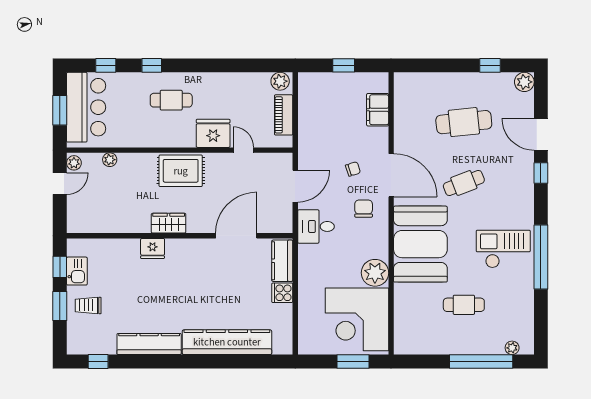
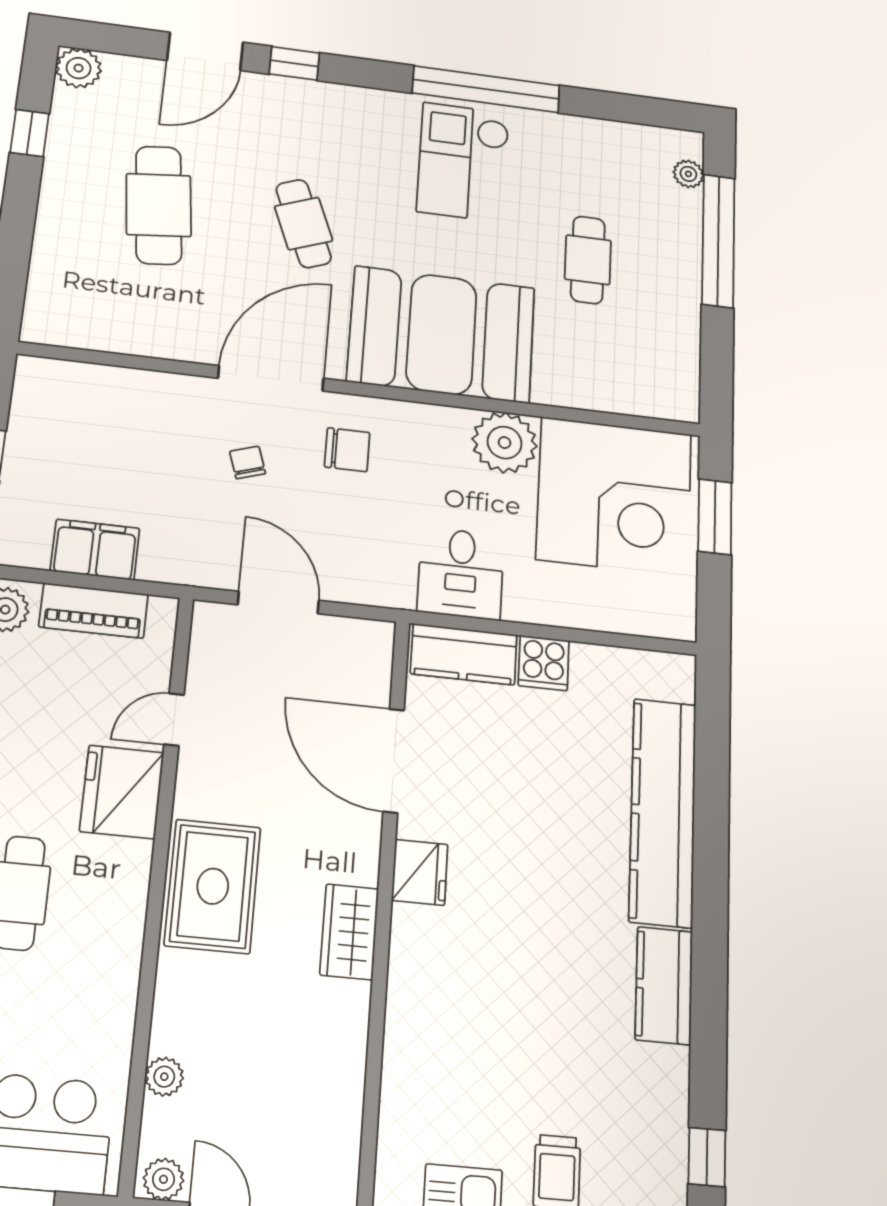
filing cabinet: (378, 110) -> (95, 550), moved, turned 180
chair: (364, 209) -> (347, 450), turned 180
desk: (316, 226) -> (461, 573), moved
fridge: (153, 248) -> (420, 872), moved
kitchen counter: (149, 344) -> (664, 985), width x0.67

